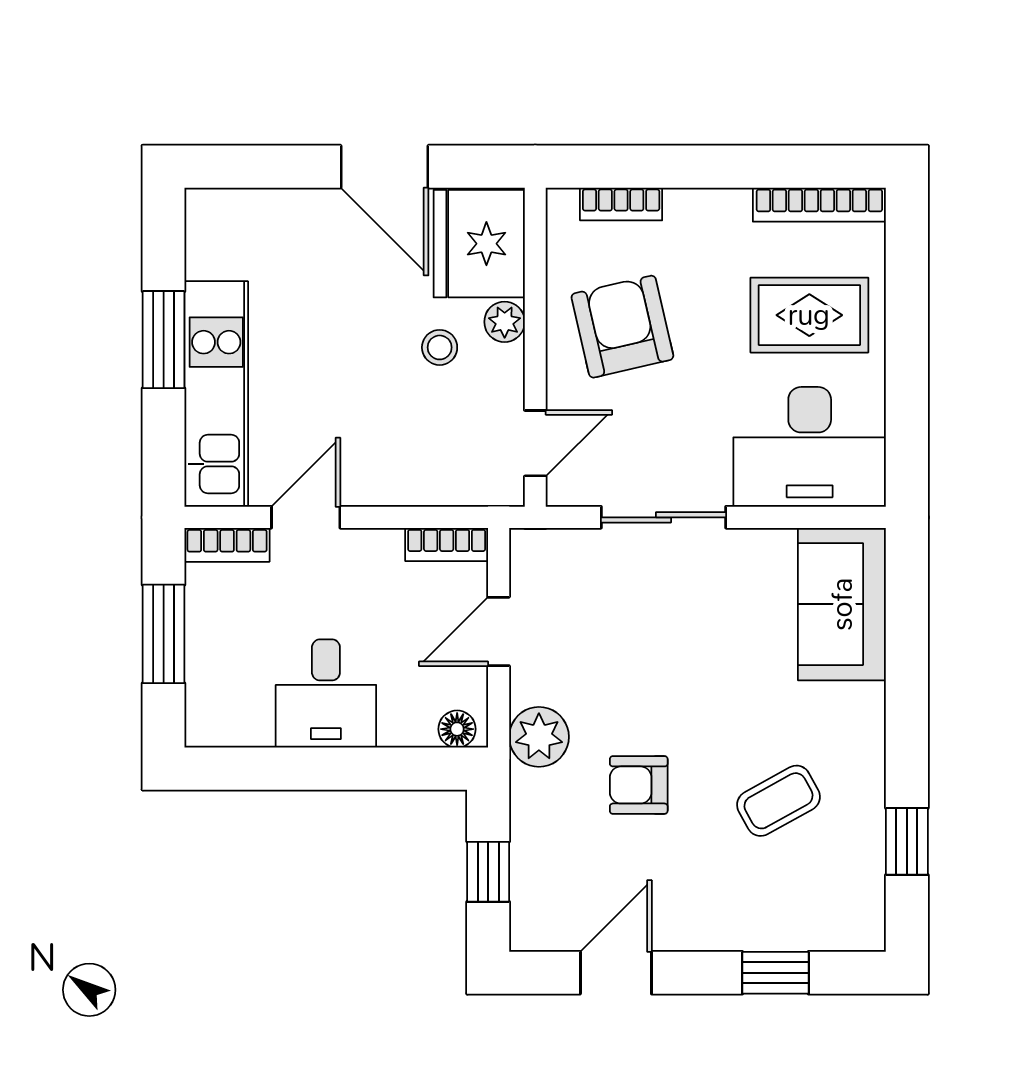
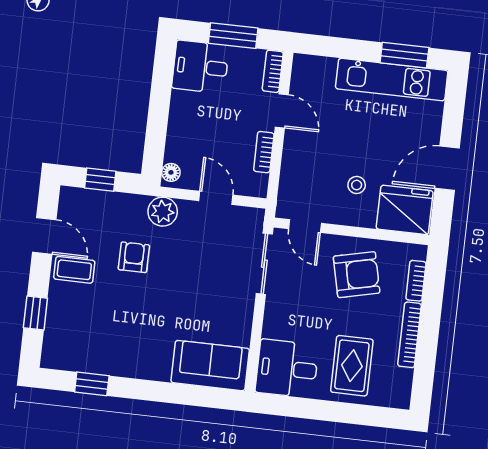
bookcase: (819, 205) -> (410, 335), moved
plant: (505, 322) -> (365, 218), removed
window: (164, 340) -> (404, 55), moved
kitchen unit: (216, 394) -> (392, 80), moved
desk: (810, 447) -> (287, 369), width x0.73
sliding door: (663, 517) -> (264, 264), moved
bookcase: (447, 544) -> (264, 152), moved
desk: (326, 694) -> (200, 67), moved
coffee table: (779, 801) -> (74, 270), moved, turned -61

